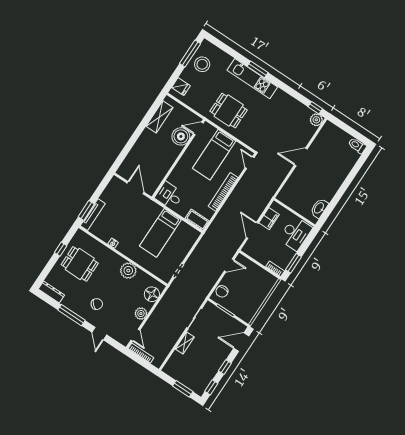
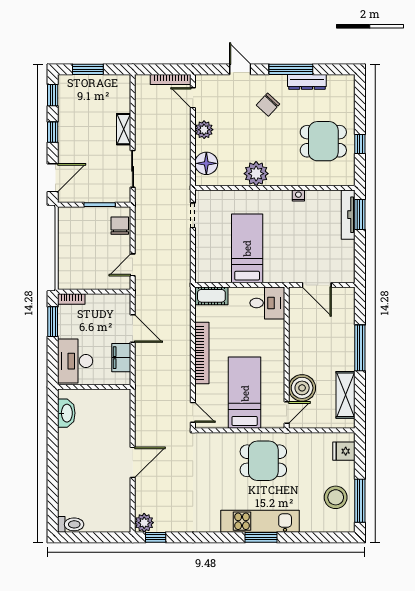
window: (135, 137) -> (360, 348), added
dresser: (51, 292) -> (307, 82), moved

